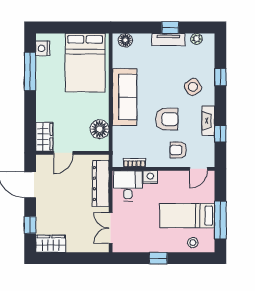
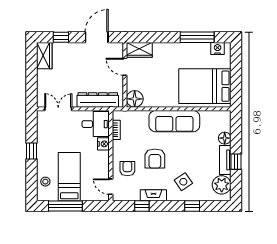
plant: (196, 39) -> (222, 185), width x1.87, depth x1.87
floor lamp: (125, 40) -> (225, 138), moved
floor lamp: (100, 129) -> (135, 99), moved

